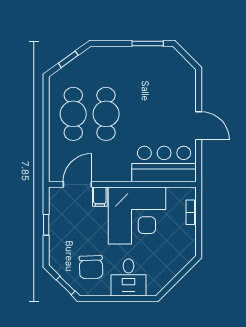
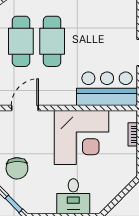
filing cabinet: (100, 197) -> (46, 120), removed
chair: (91, 267) -> (17, 168), moved

